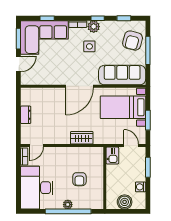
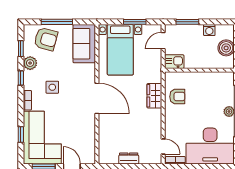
plant: (94, 27) -> (30, 63), moved
sofa: (122, 75) -> (84, 44), width x0.73
armchair: (79, 179) -> (177, 97), moved

